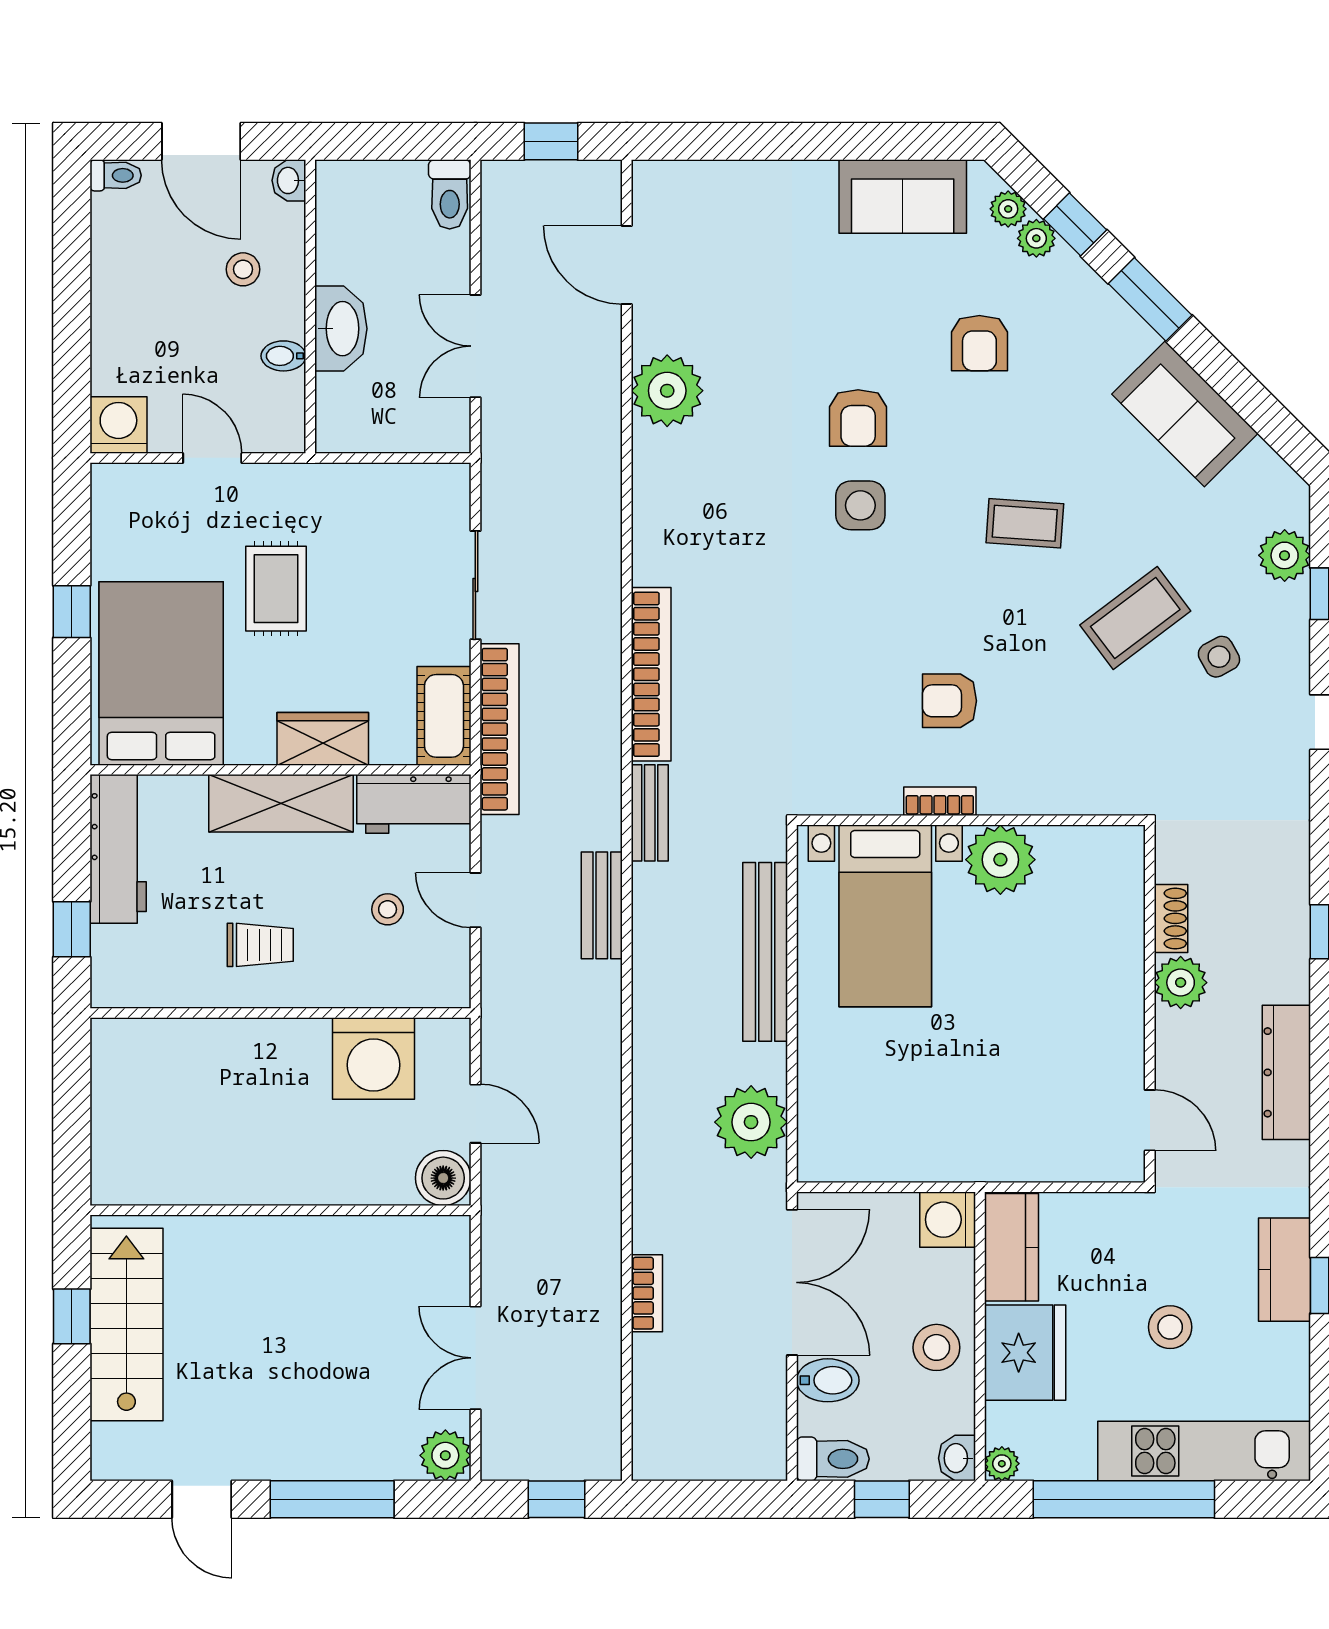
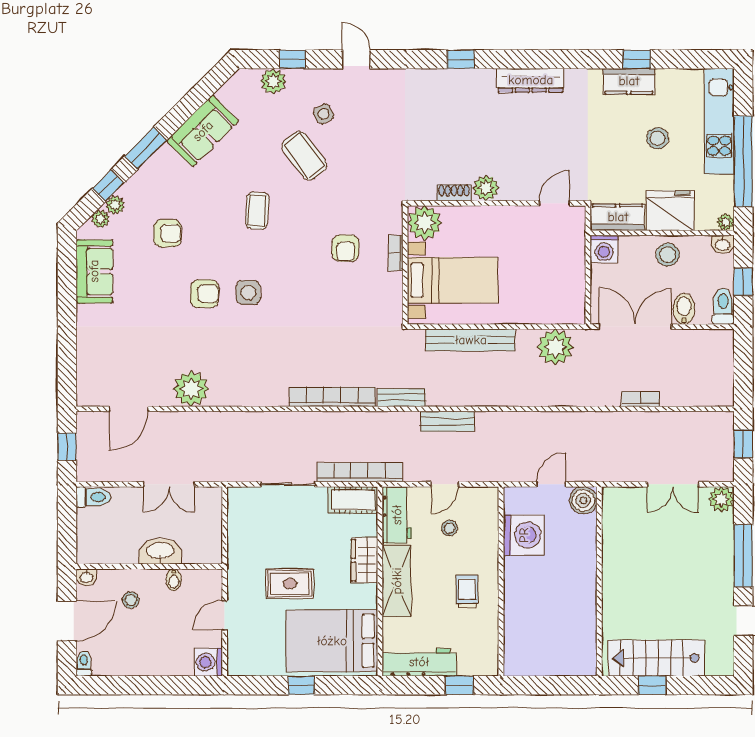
shoe rack: (1171, 918) -> (454, 193), moved
plant: (1181, 983) -> (486, 188), moved
wall: (1150, 1004) -> (496, 203), moved
door: (1150, 1120) -> (554, 203), moved

